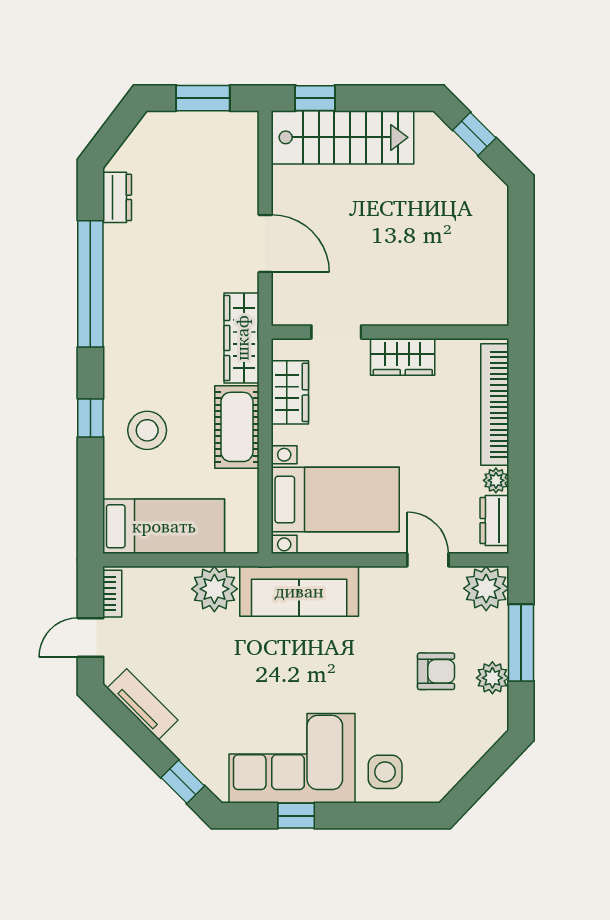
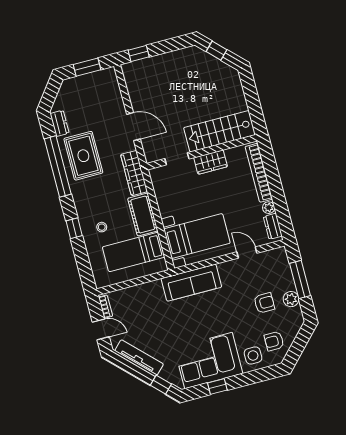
stairs: (342, 137) -> (220, 131), moved, turned 180
rug: (148, 276) -> (83, 156), added
wardrobe: (290, 392) -> (163, 192), removed
stool: (147, 430) -> (102, 227), width x0.53, depth x0.53
bed: (164, 526) -> (134, 252), moved, turned 180
plant: (486, 588) -> (277, 259), removed
plant: (214, 589) -> (152, 292), removed
door: (90, 637) -> (101, 329), swing flipped
tv unit: (143, 704) -> (139, 357), width x1.41
armchair: (435, 754) -> (274, 341), added

